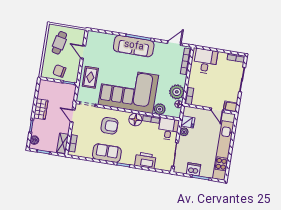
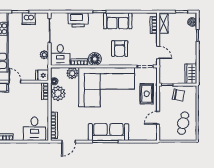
door: (83, 52) -> (158, 118), swing flipped
wardrobe: (41, 109) -> (191, 74), moved
fridge: (188, 122) -> (42, 75), moved
armchair: (109, 126) -> (120, 49), turned -90

